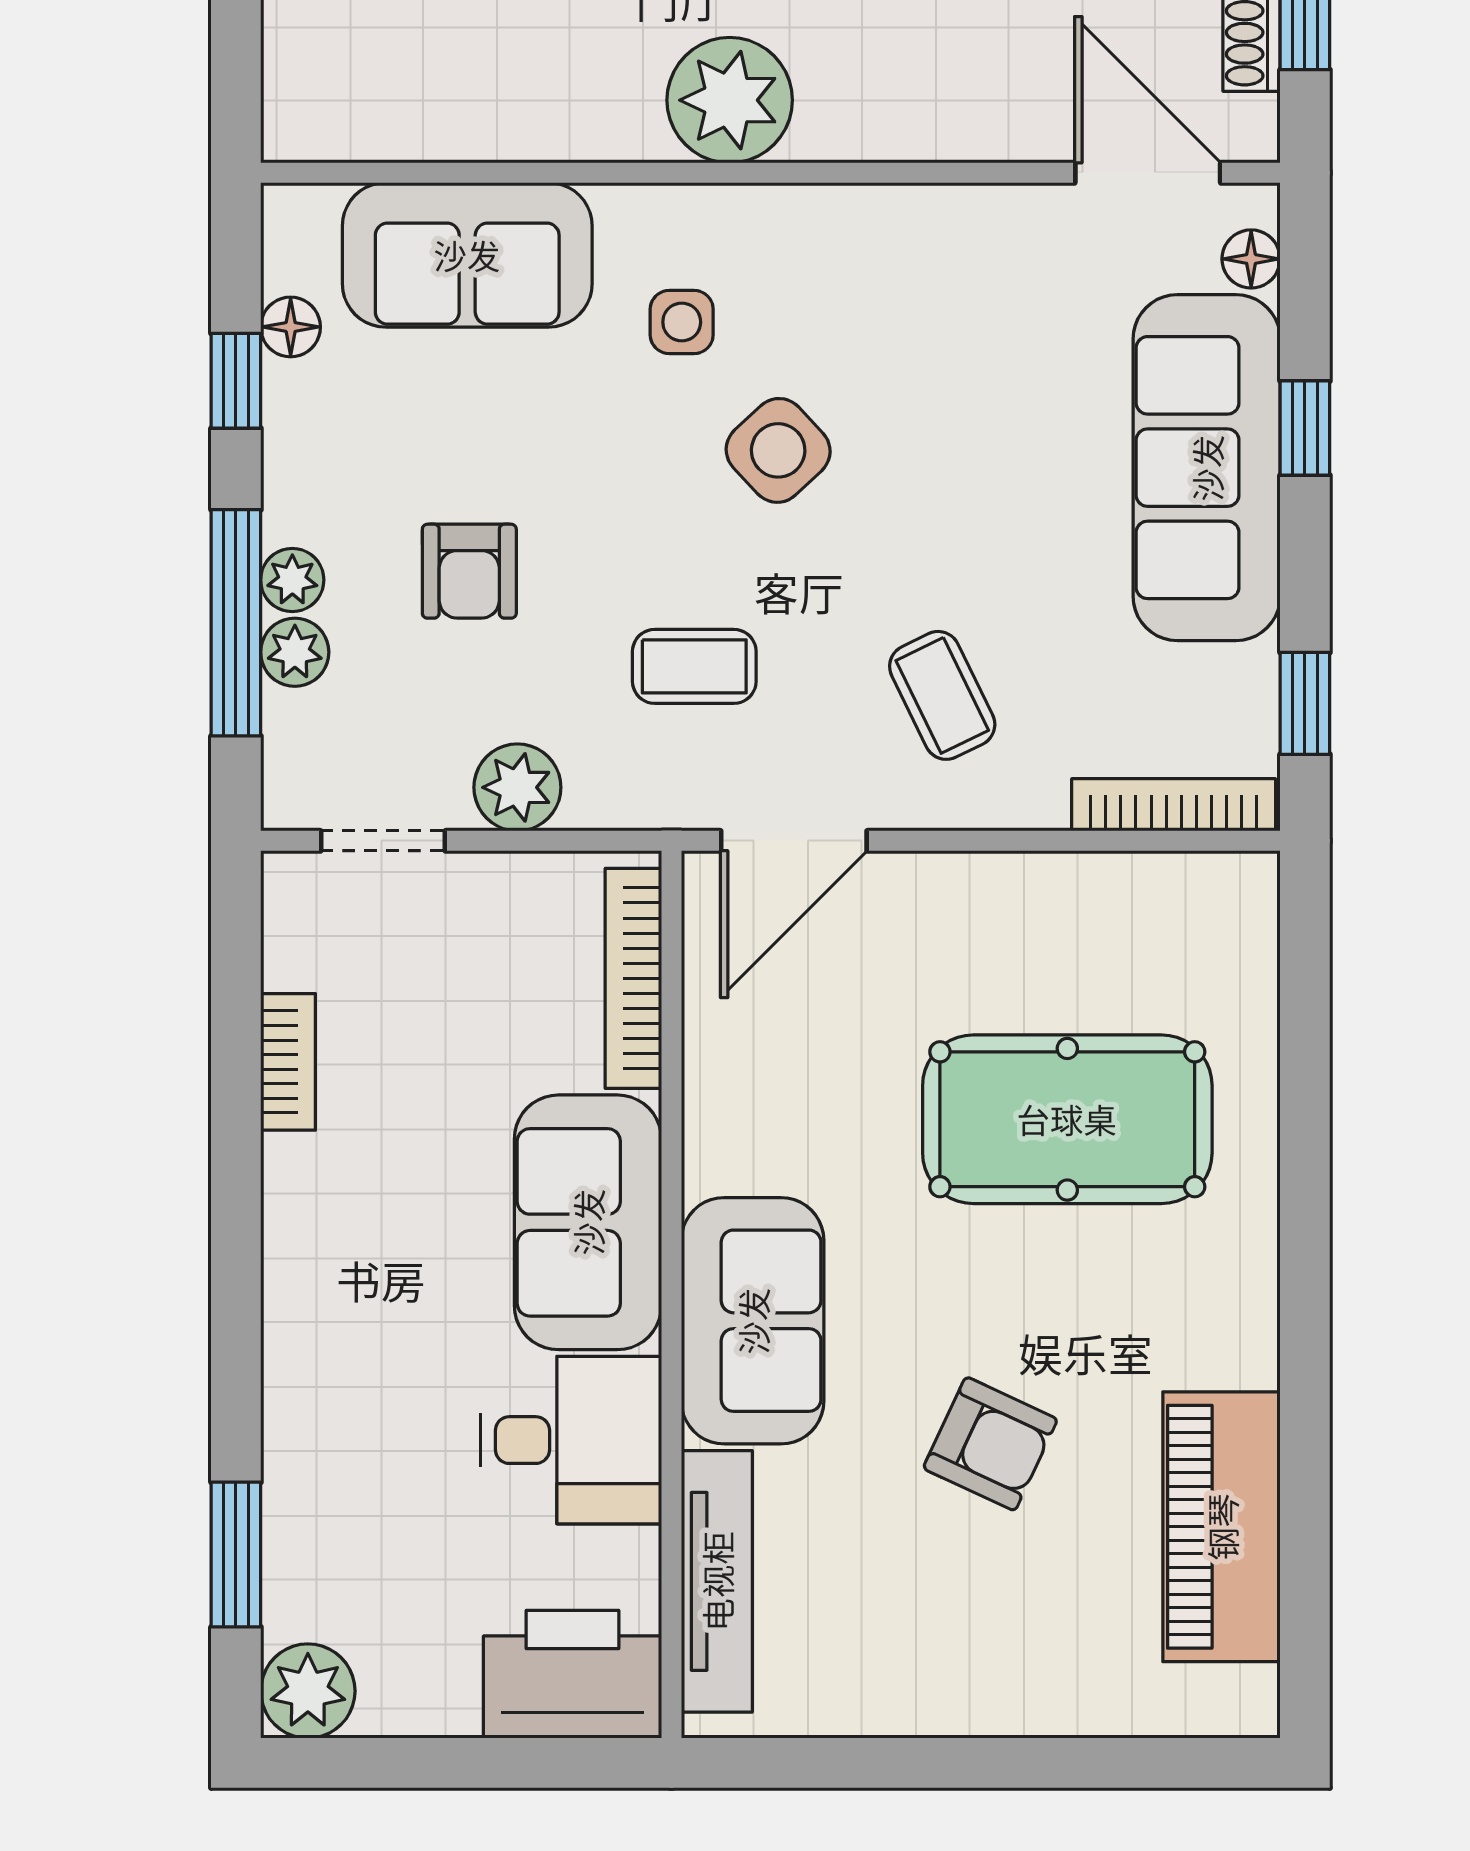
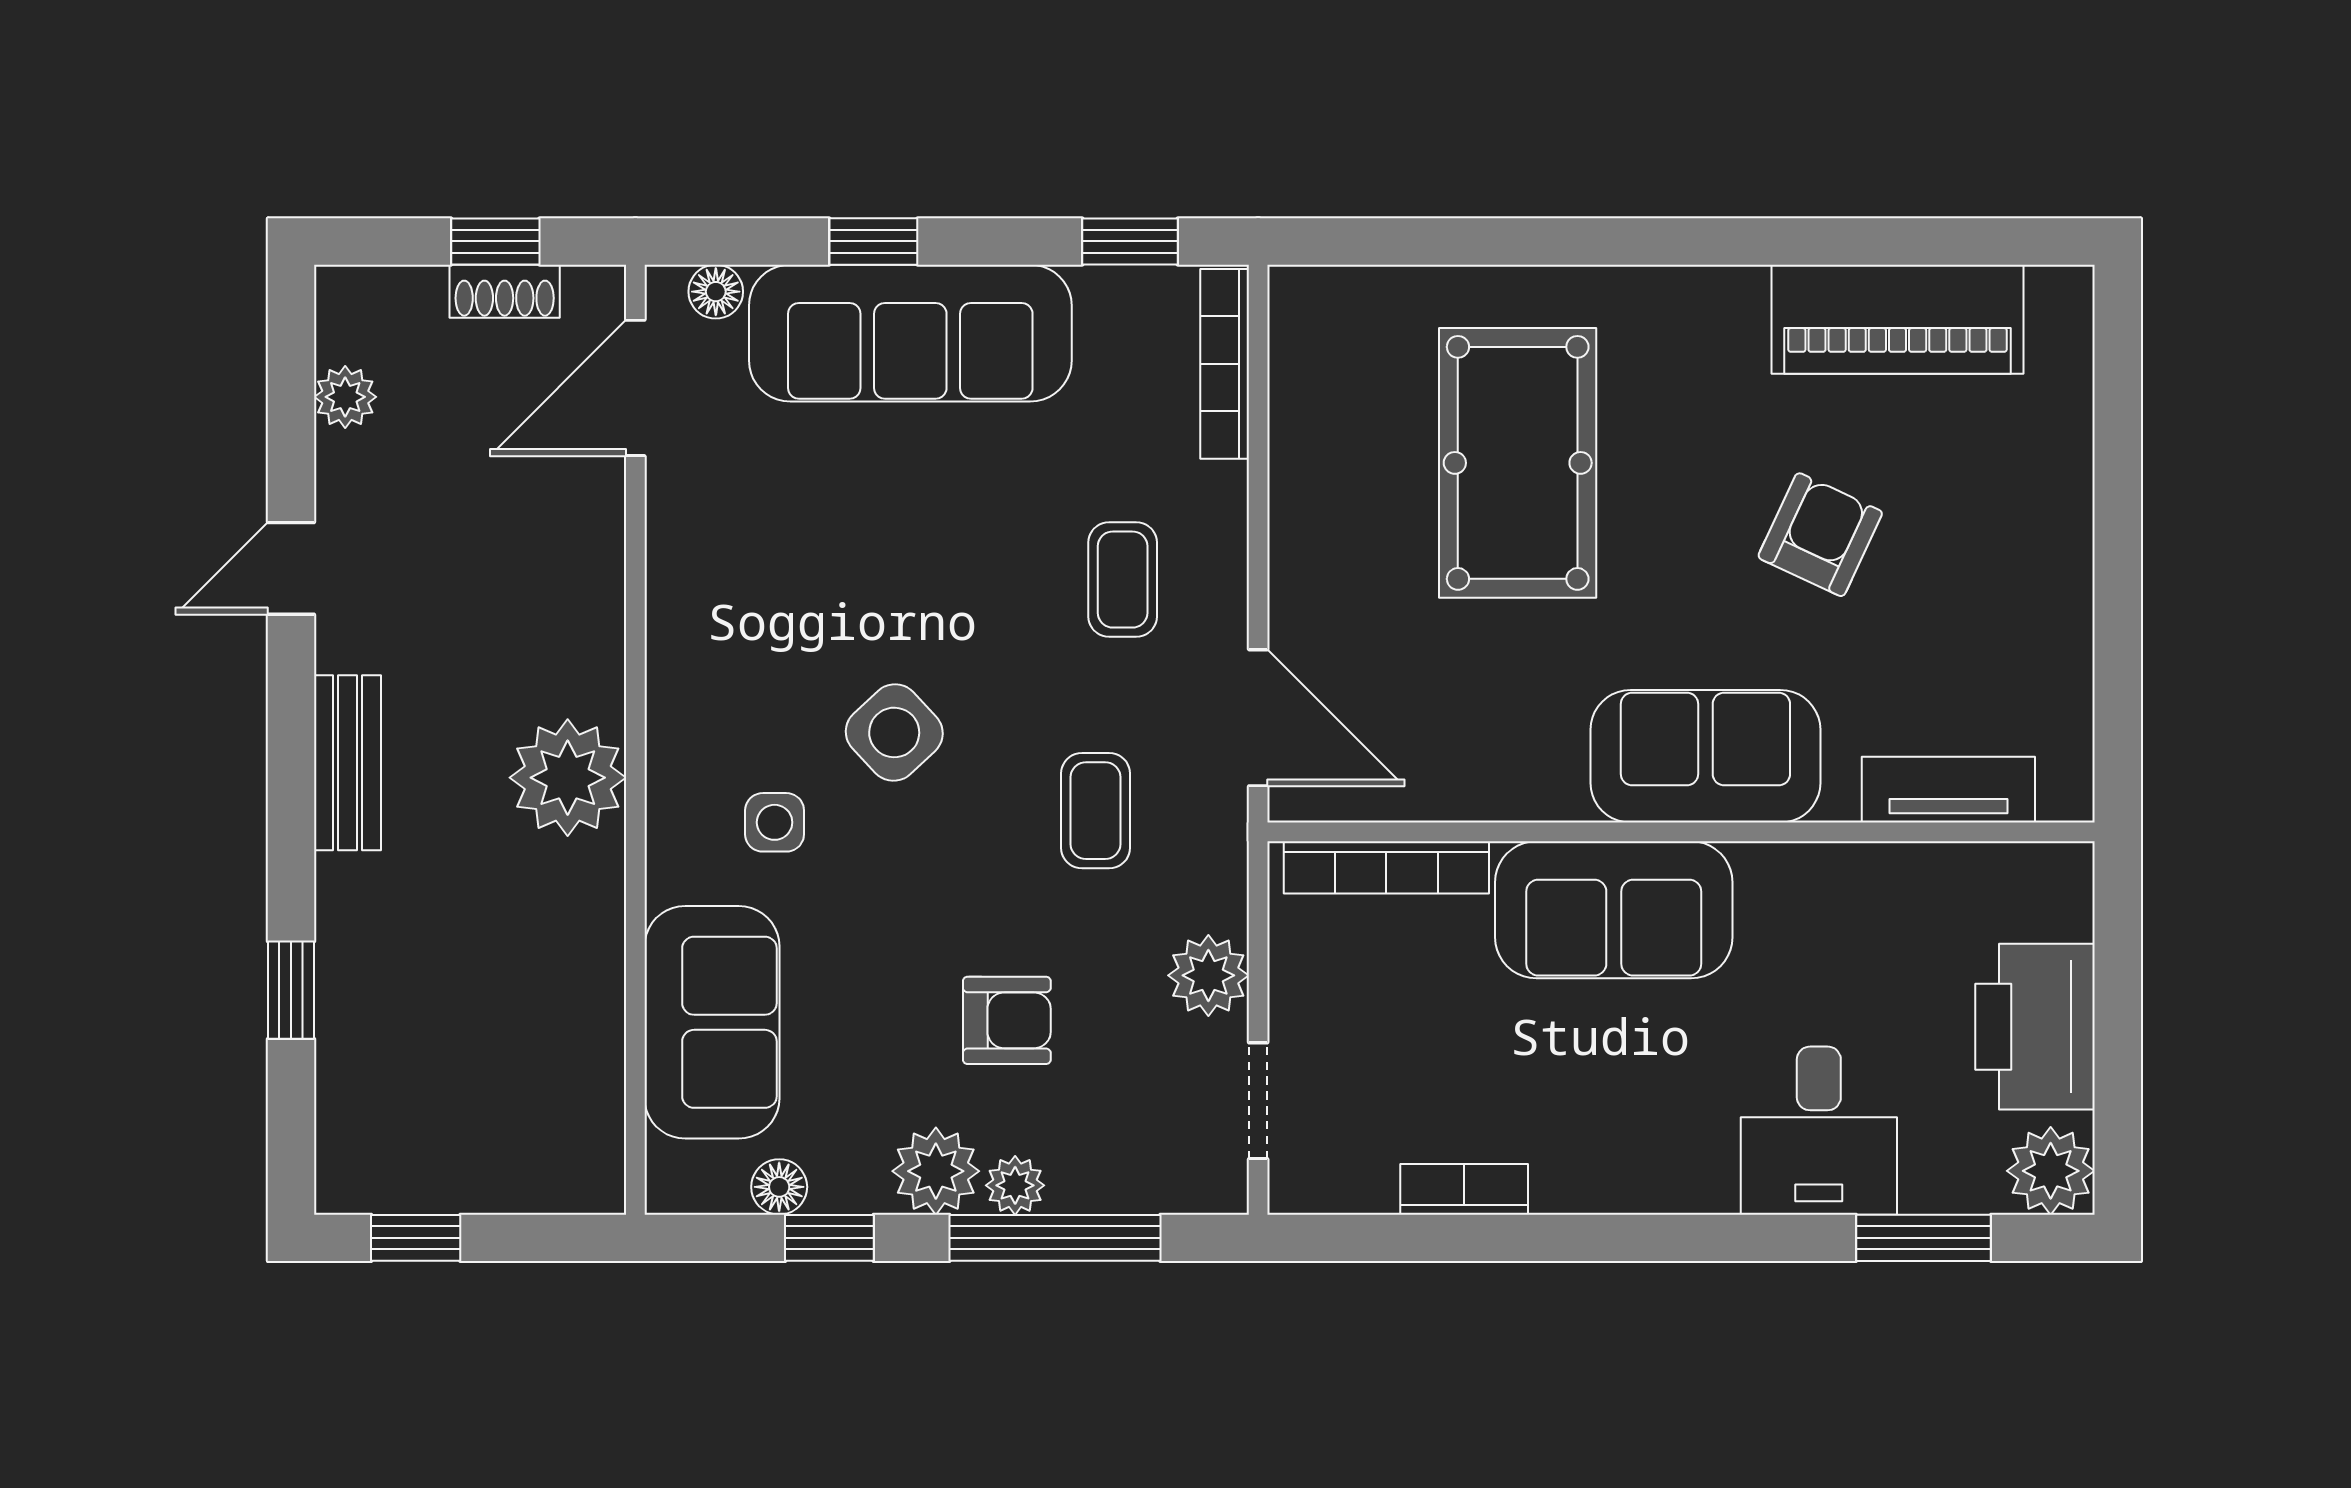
plant: (295, 652) -> (936, 1171), moved, width x1.38, depth x1.38
coffee table: (942, 695) -> (1123, 580), turned -64
desk: (571, 1440) -> (1819, 1131), moved, turned 180
tv unit: (717, 1581) -> (1948, 790), width x0.71
printer: (573, 1674) -> (2035, 1027), moved

